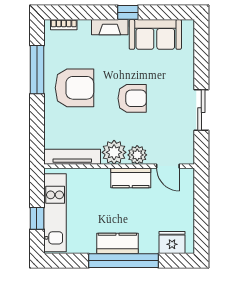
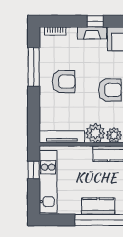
window: (128, 12) -> (95, 21), moved
armchair: (74, 88) -> (64, 82), width x0.73, depth x0.73
window: (37, 218) -> (34, 170), moved

